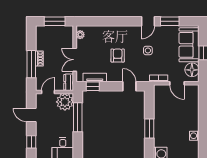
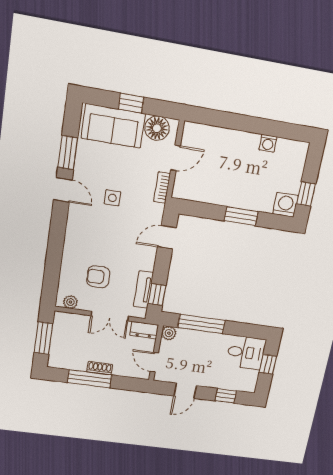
armchair: (118, 56) -> (98, 277), moved
window: (31, 64) -> (90, 379), moved
plant: (65, 102) -> (169, 333), width x0.53, depth x0.53

